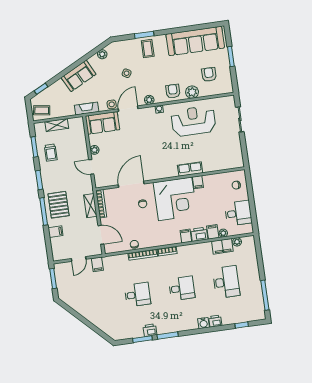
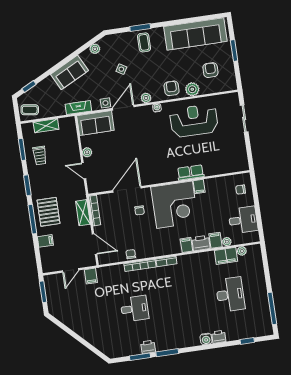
desk: (182, 288) -> (182, 302), removed

